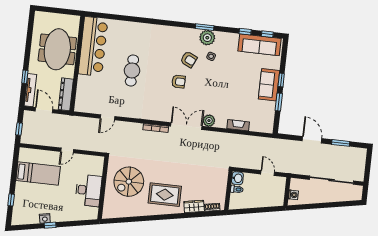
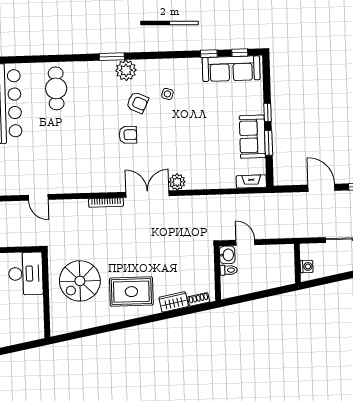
window: (205, 27) -> (112, 57), moved
plant: (207, 38) -> (126, 70), moved
cafe table: (132, 71) -> (56, 88), moved
sofa: (269, 85) -> (252, 137), moved
door: (107, 117) -> (38, 197), hinge flipped
fireplace: (238, 125) -> (251, 181), moved
door: (268, 173) -> (245, 243), moved
desk: (88, 190) -> (26, 274), moved

